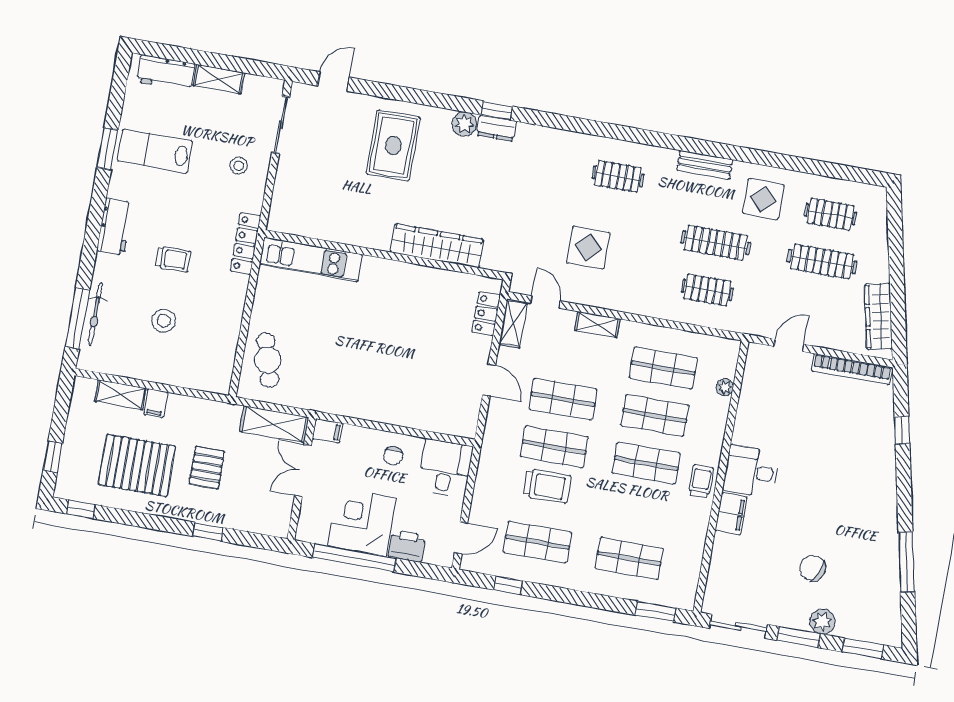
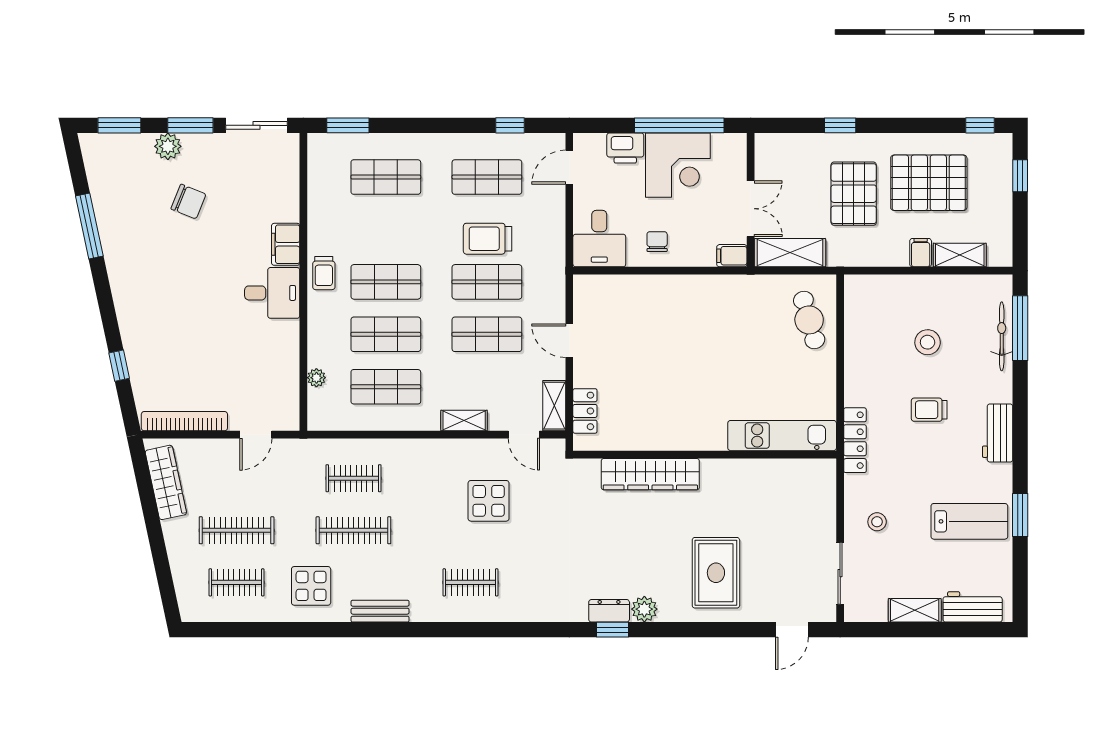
pallet: (207, 468) -> (854, 194), width x1.50, depth x1.42

